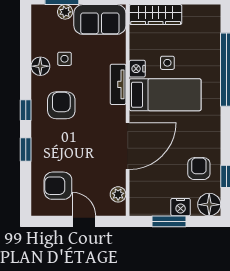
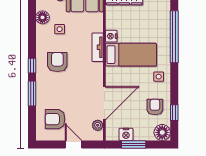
side table: (167, 63) -> (159, 77), moved
floor lamp: (40, 66) -> (42, 17), moved
door: (128, 146) -> (104, 103), moved
window: (26, 149) -> (32, 93), width x1.50
nightstand: (181, 207) -> (126, 134), moved

